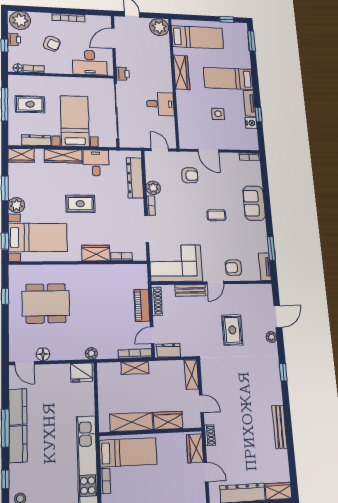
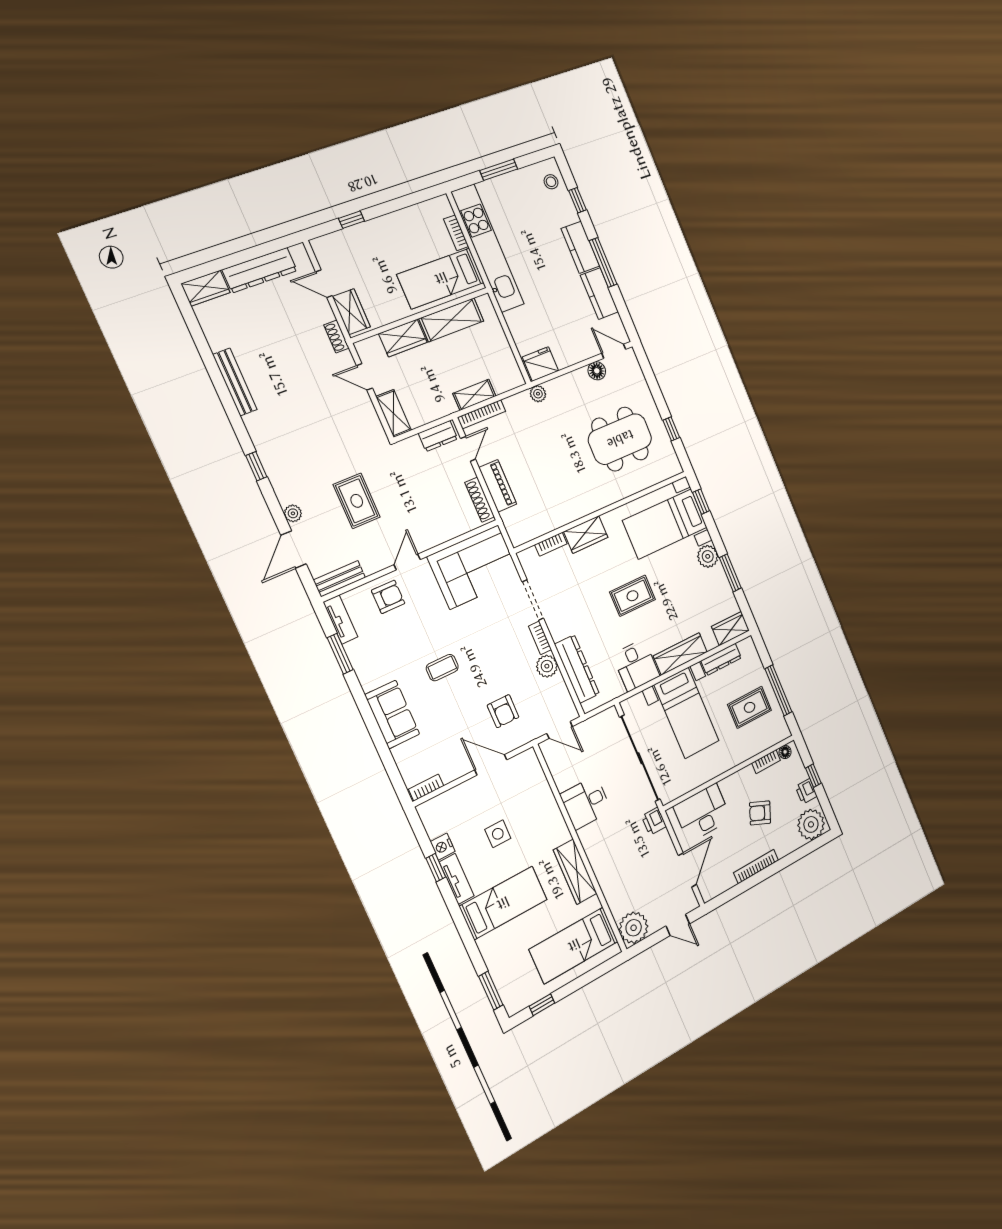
armchair: (190, 176) -> (503, 711), turned -90
bench: (190, 290) -> (339, 579), moved

